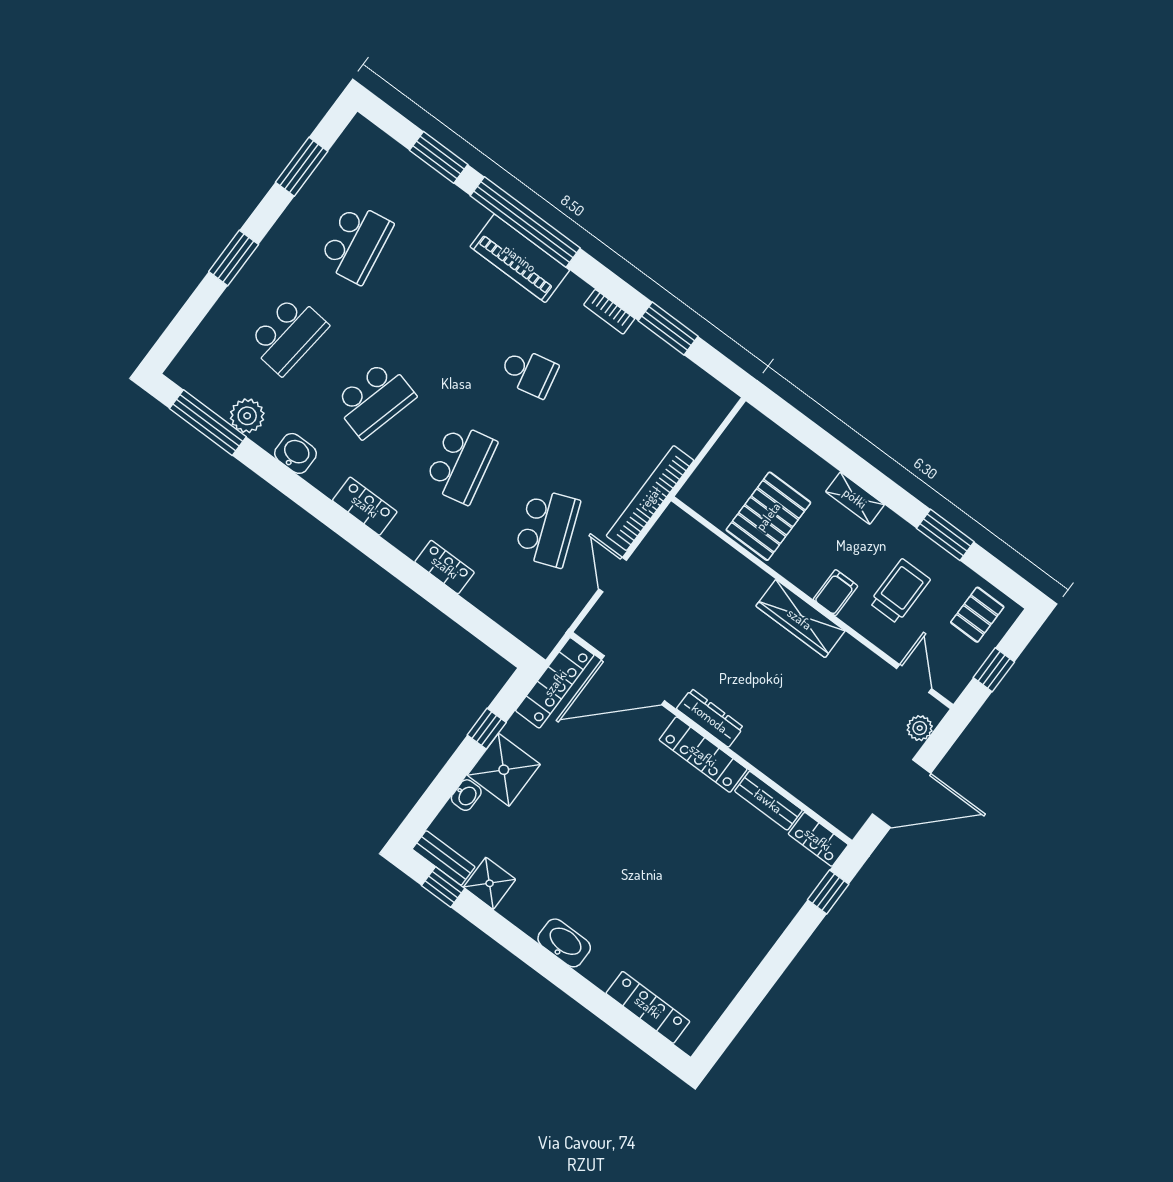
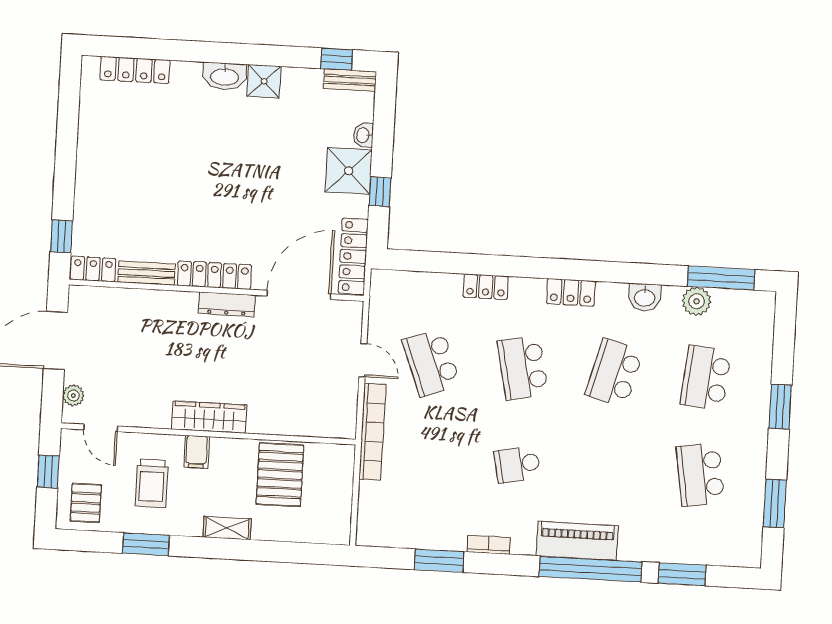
shower: (490, 883) -> (264, 81), moved

